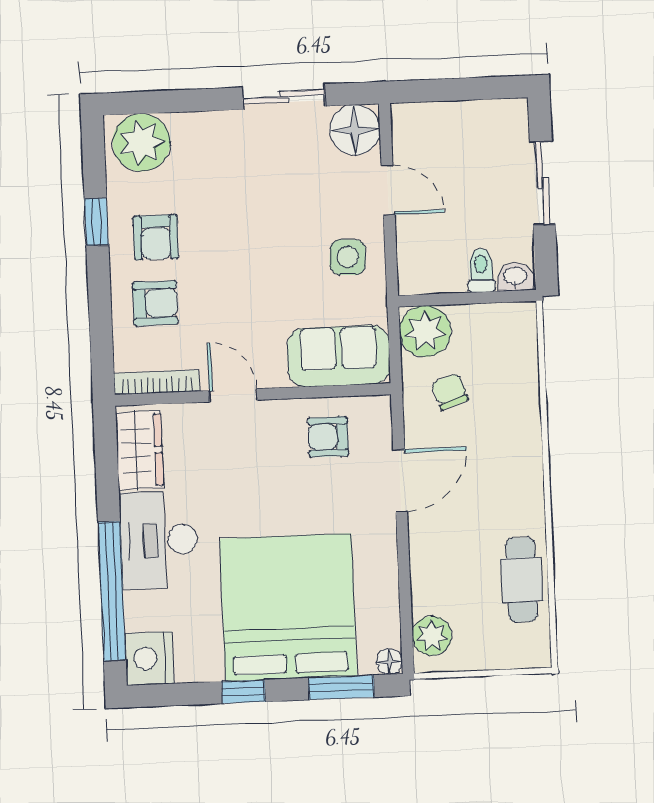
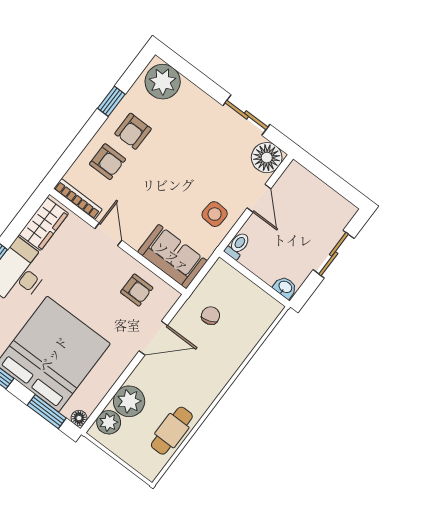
toilet: (481, 270) -> (238, 246), moved
plant: (425, 331) -> (129, 401), moved
armchair: (328, 437) -> (137, 290), turned 180

